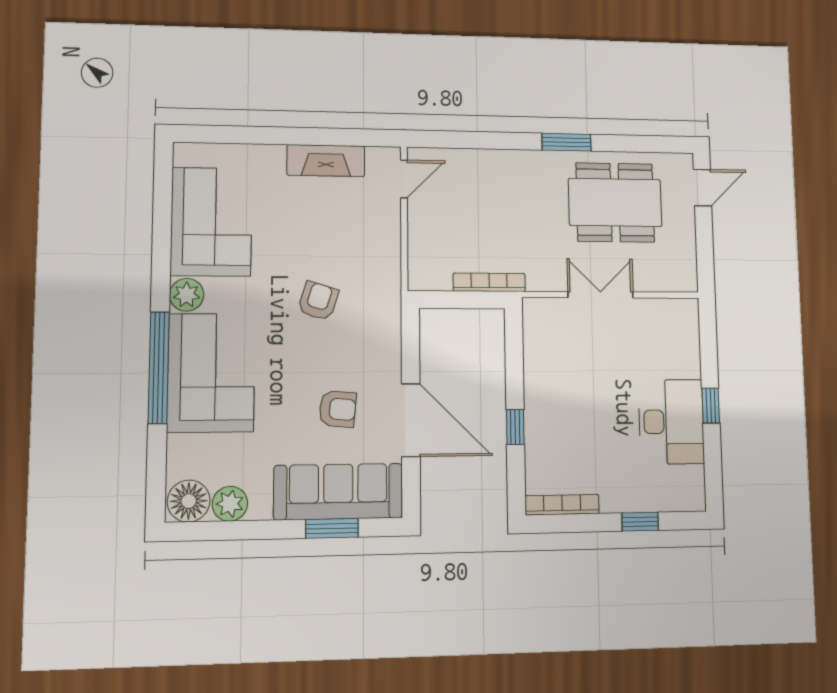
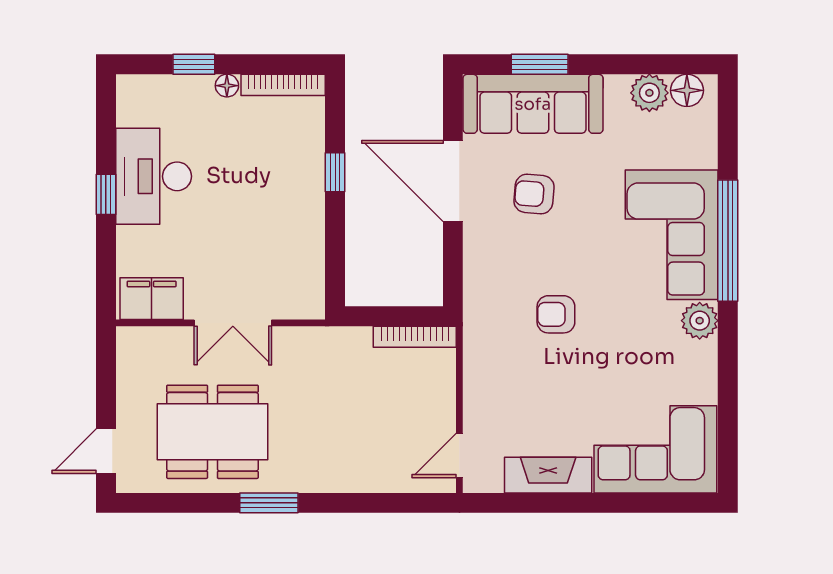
corner sofa: (211, 222) -> (655, 449), moved, turned 90
bookcase: (489, 282) -> (415, 337), moved
armchair: (318, 301) -> (556, 314), turned 73
filing cabinet: (669, 316) -> (152, 299), added
floor lamp: (189, 501) -> (687, 90), width x0.73, depth x0.73
floor lamp: (611, 503) -> (227, 86), added

